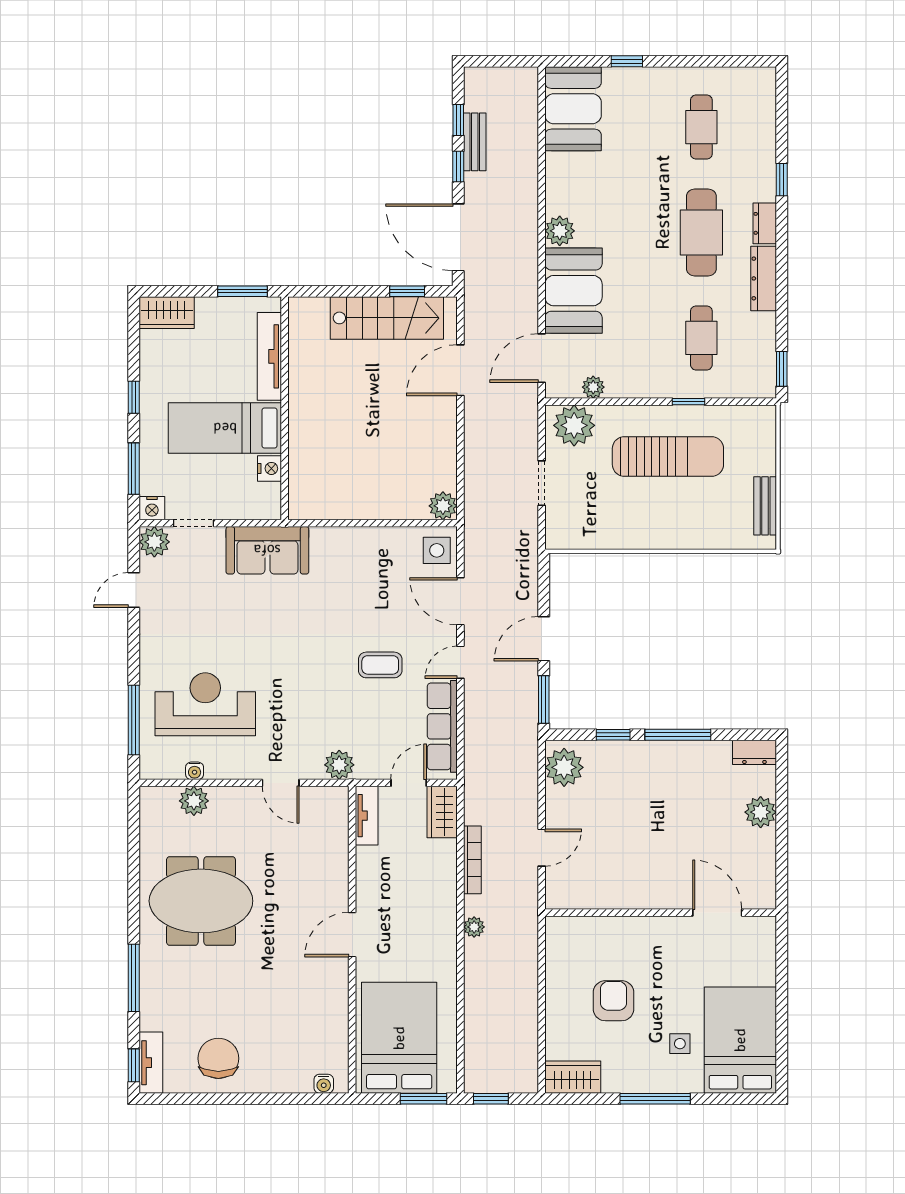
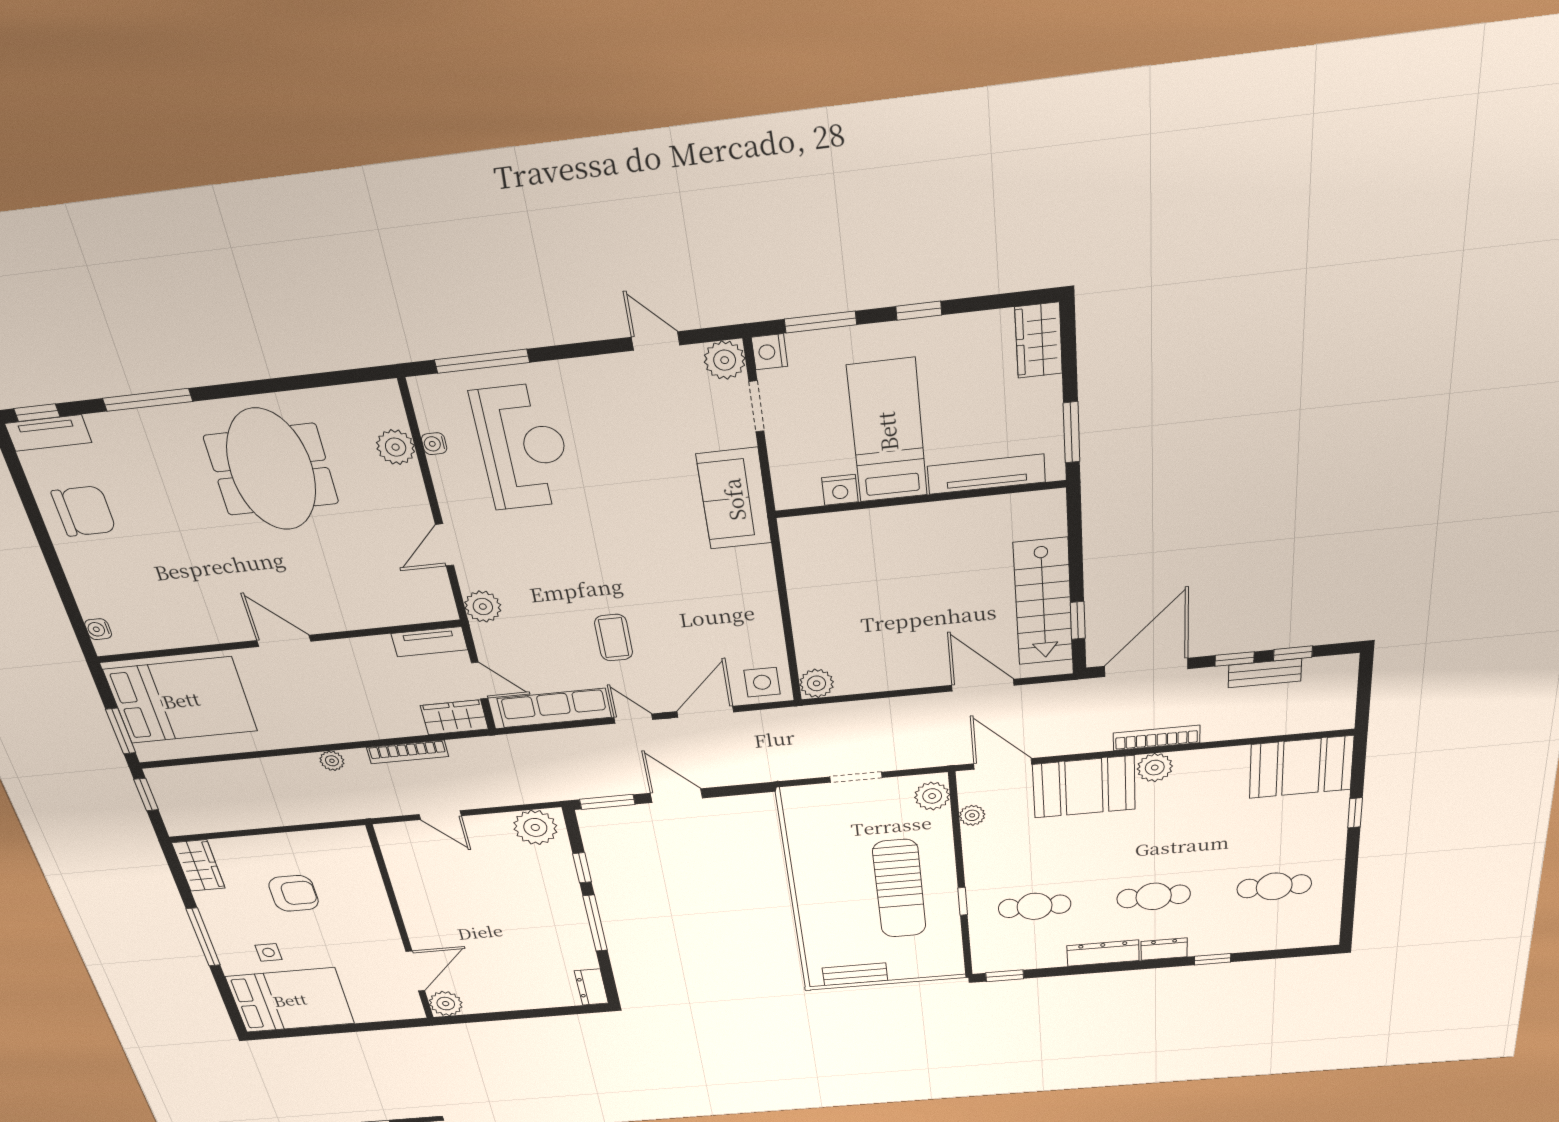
bookcase: (529, 229) -> (1156, 738), added
cafe table: (701, 232) -> (1154, 896), width x0.73, depth x0.74
plant: (574, 425) -> (932, 796), width x0.73, depth x0.73
plant: (761, 812) -> (446, 1004), moved

